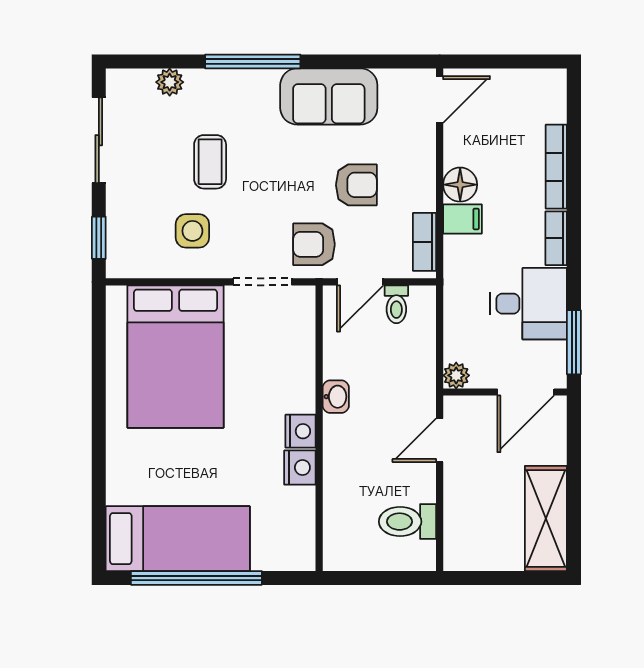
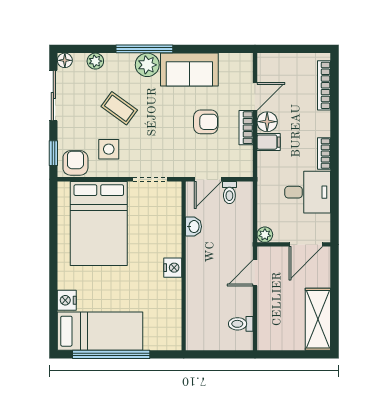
floor lamp: (118, 81) -> (65, 60), added
plant: (257, 88) -> (147, 65), added
door: (440, 99) -> (255, 96), moved
coffee table: (210, 162) -> (119, 108), turned -54
bookcase: (556, 167) -> (324, 85), moved
bookcase: (425, 242) -> (246, 128), moved
armchair: (314, 244) -> (75, 163), moved, turned 90
window: (574, 342) -> (334, 215), removed
washbasin: (336, 397) -> (194, 227), moved
nightstand: (300, 468) -> (67, 300), moved, turned 180
toilet: (408, 522) -> (241, 324), width x0.73, depth x0.72

